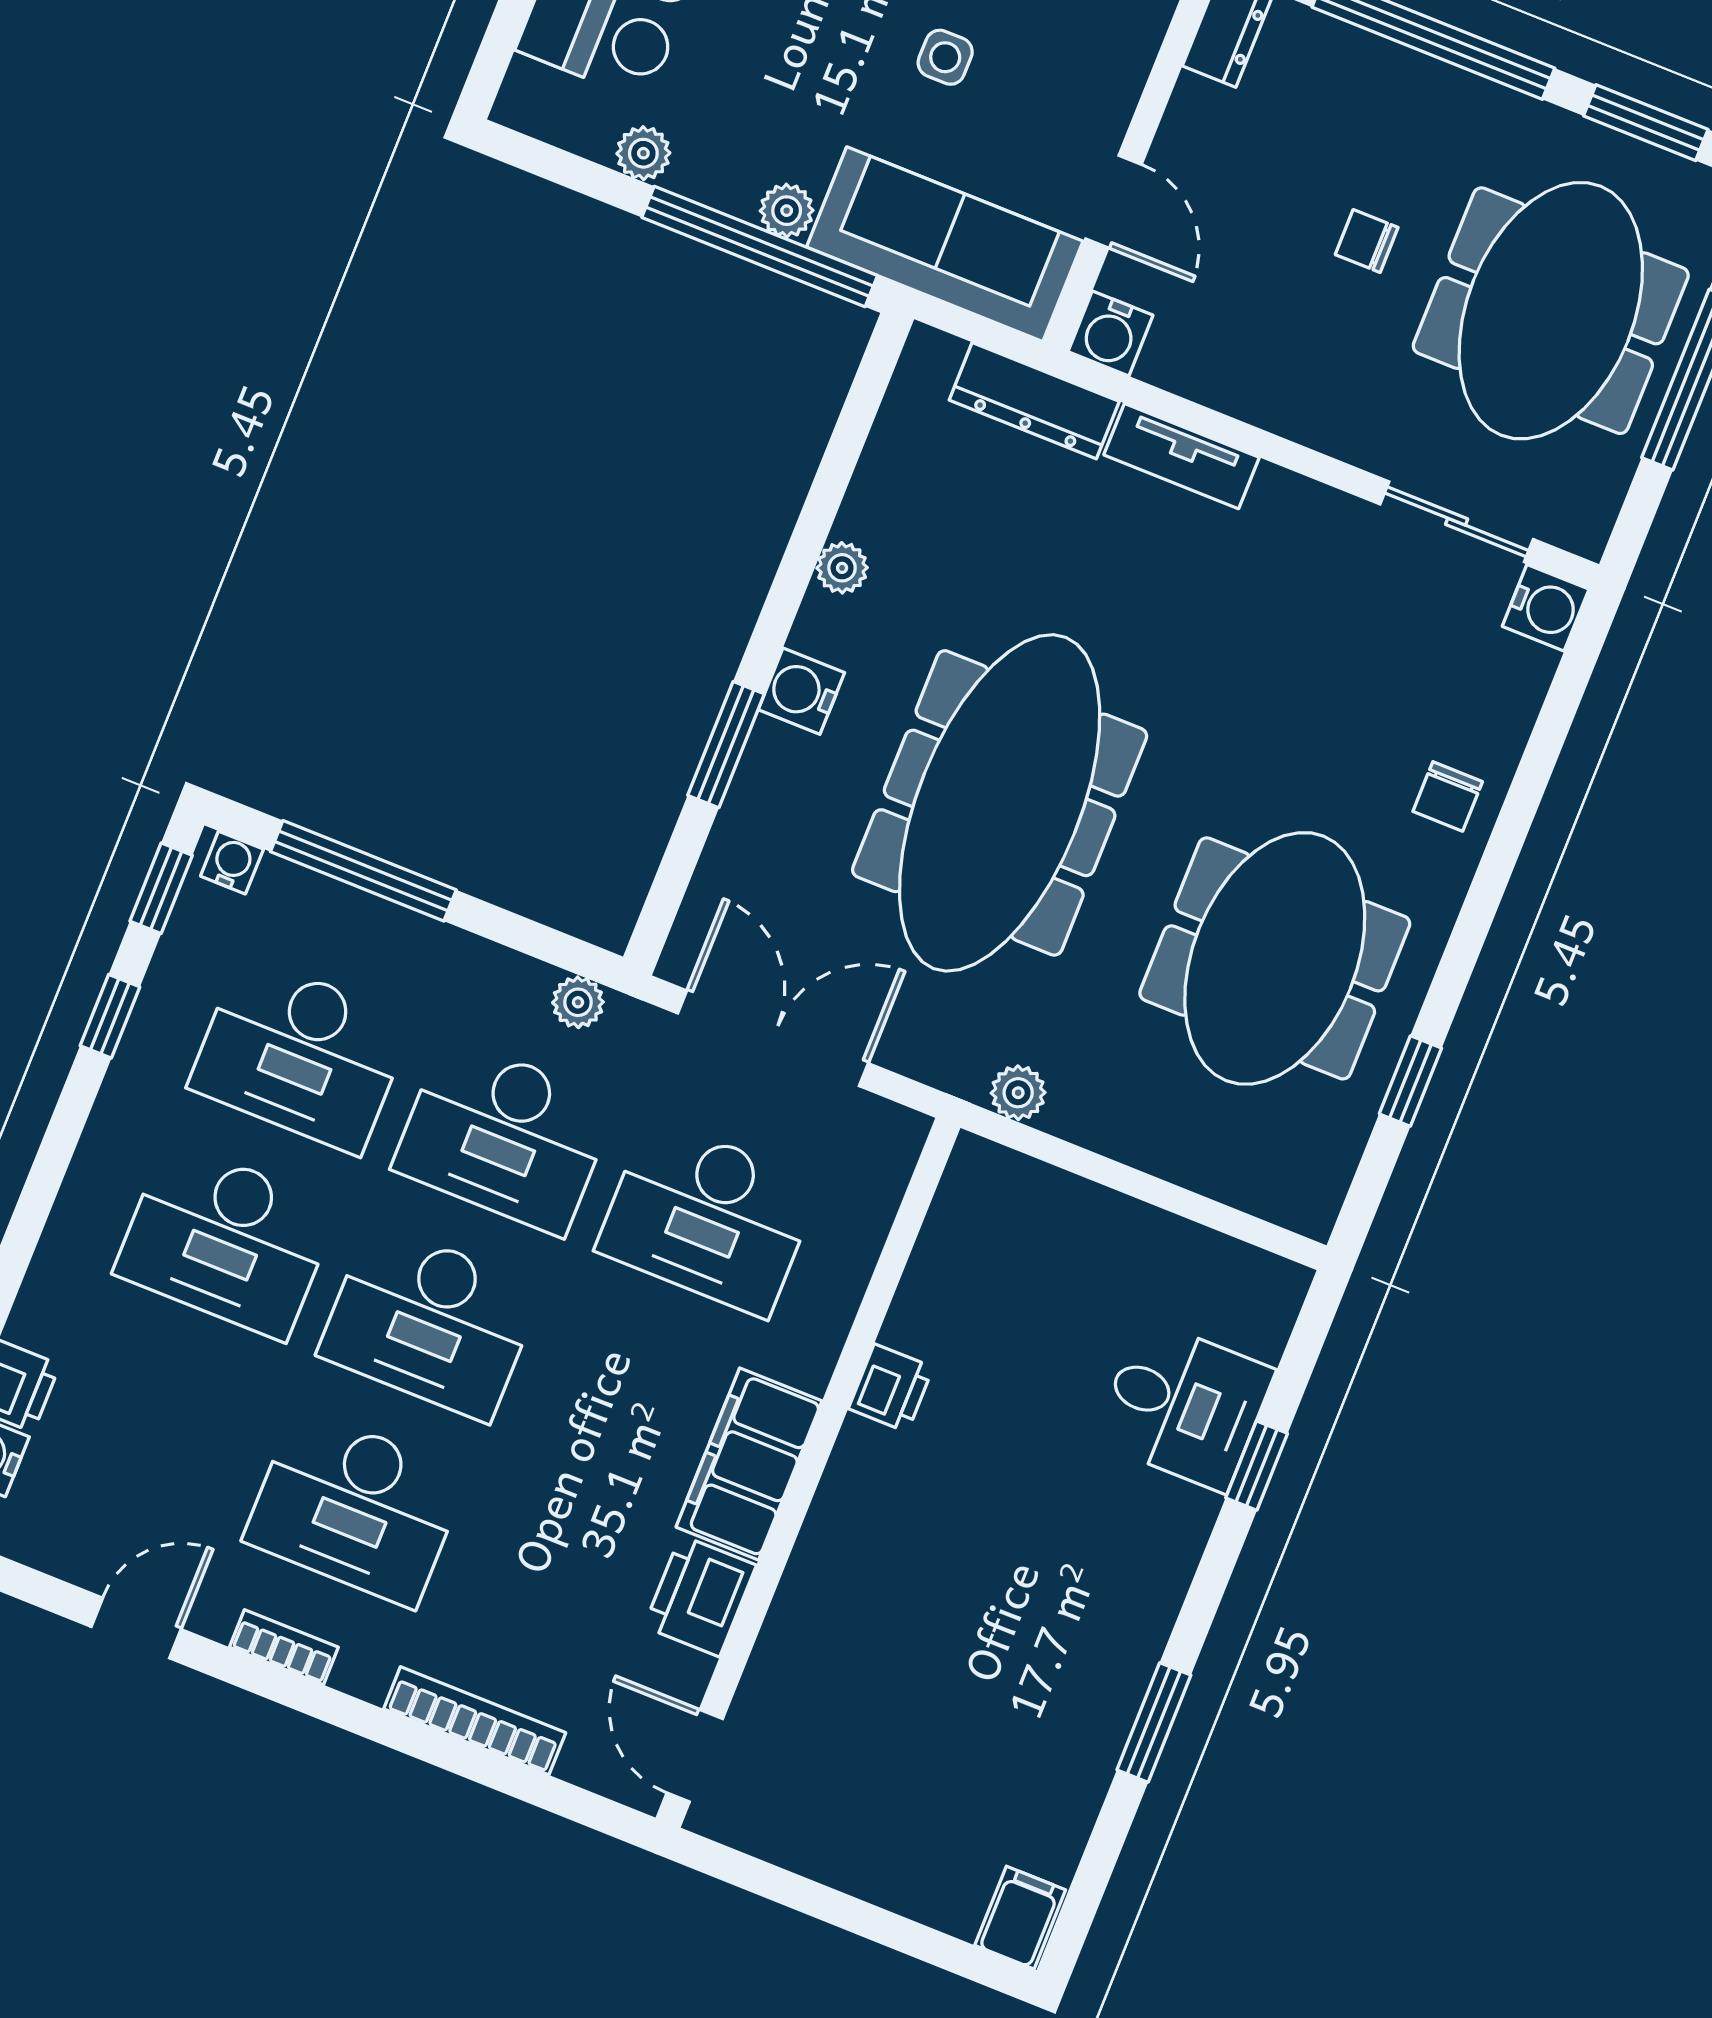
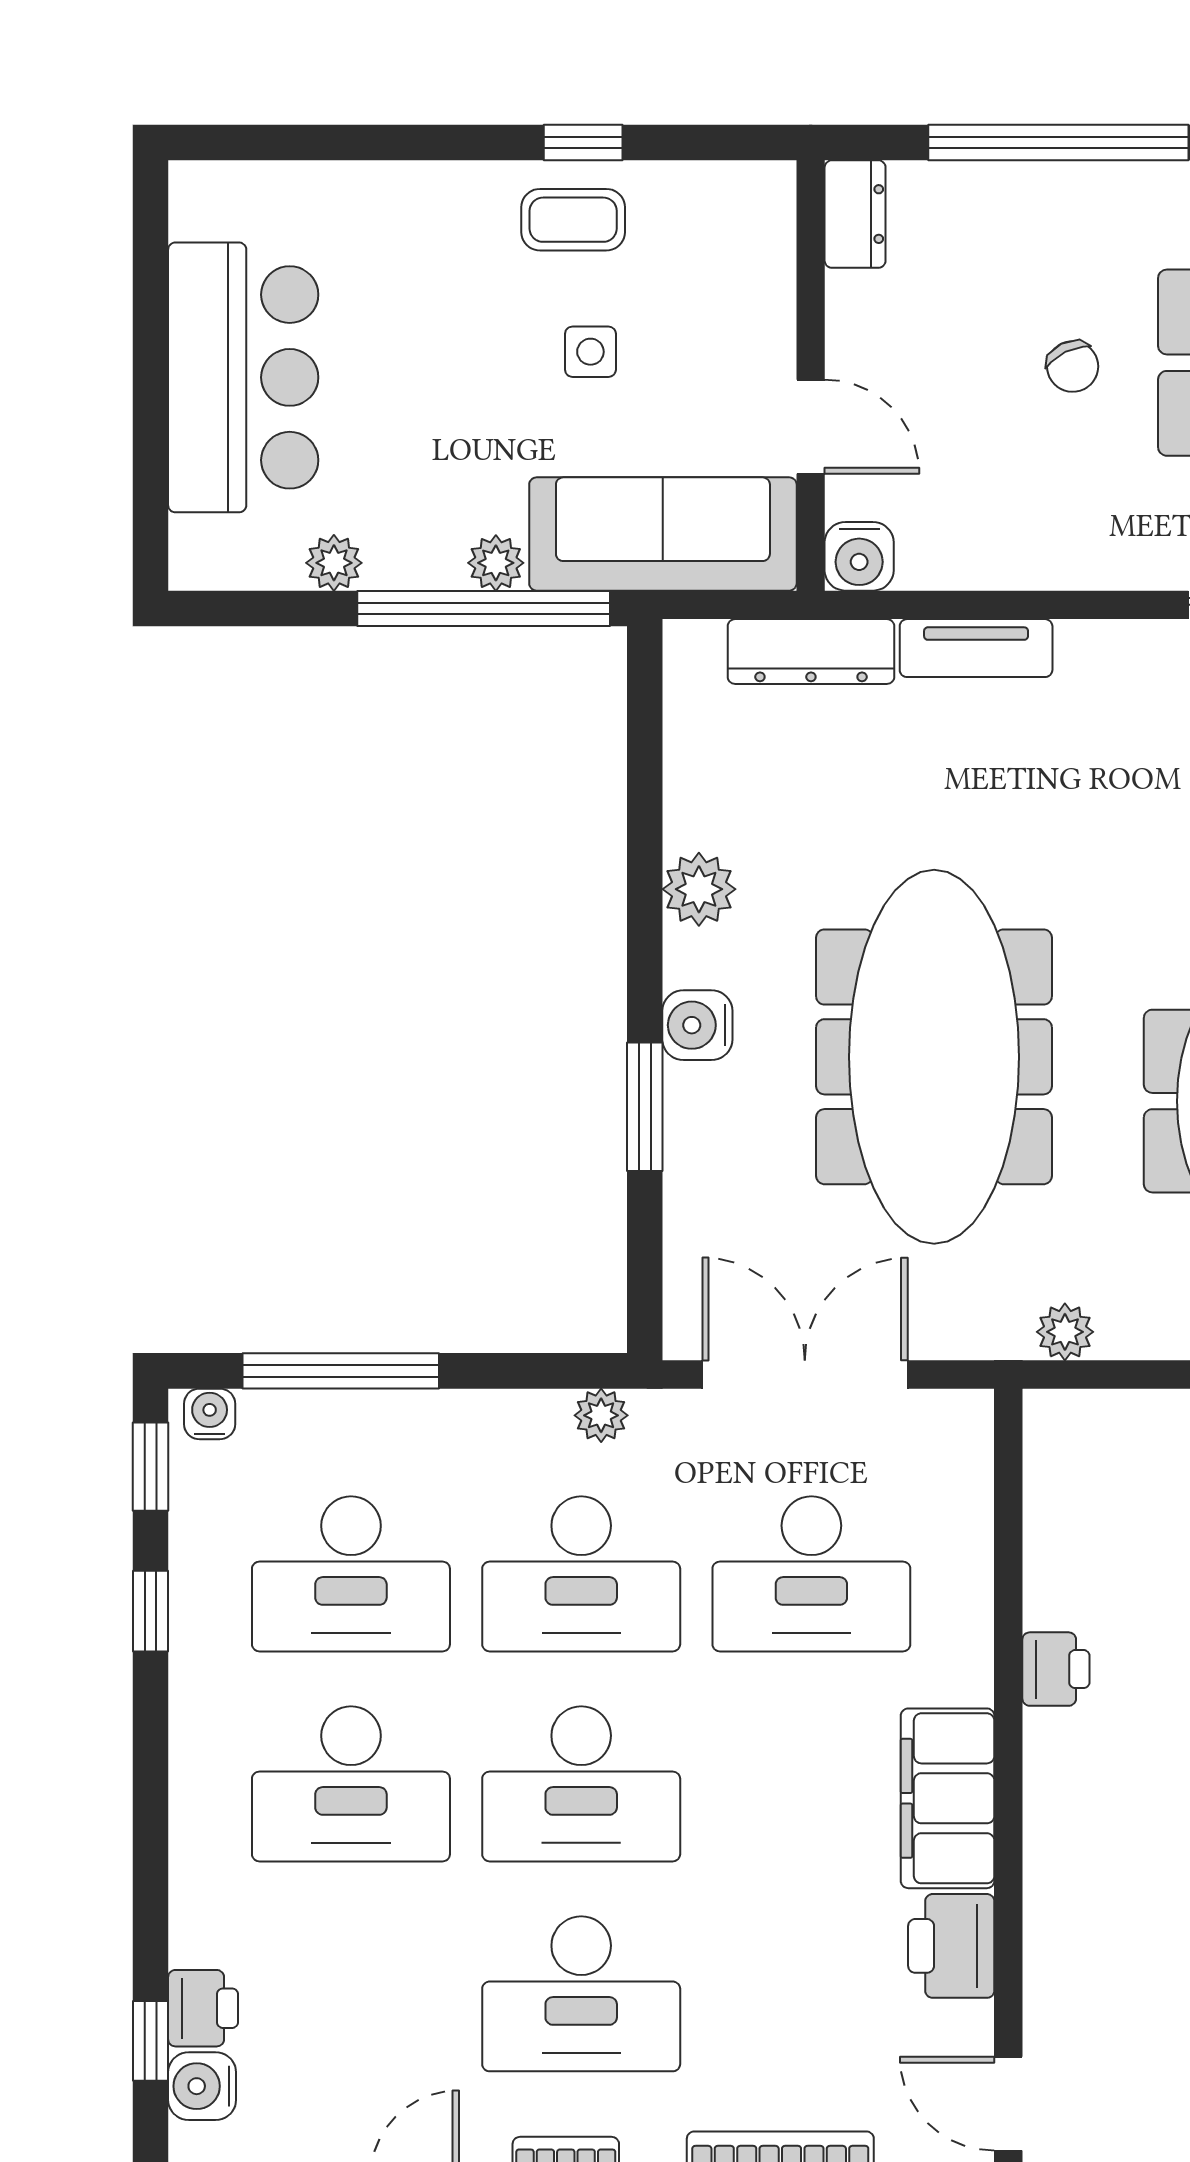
chair: (1367, 241) -> (1073, 367), turned -116
plant: (842, 568) -> (699, 889), width x1.38, depth x1.38

